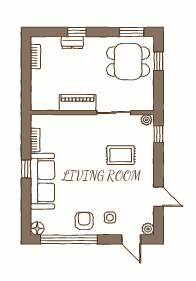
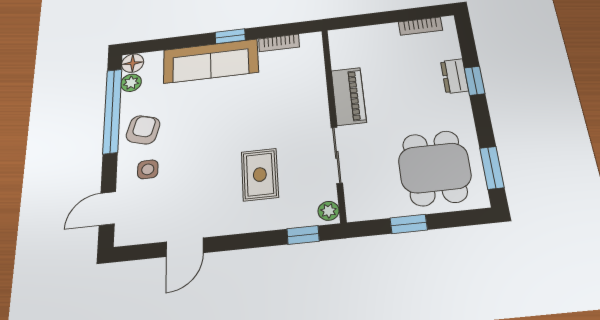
window: (158, 61) -> (409, 224), moved
armchair: (84, 221) -> (143, 130), turned -74
plant: (148, 229) -> (131, 83), moved

